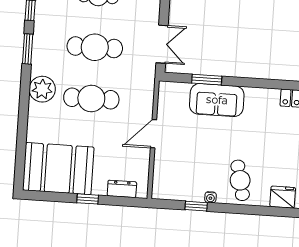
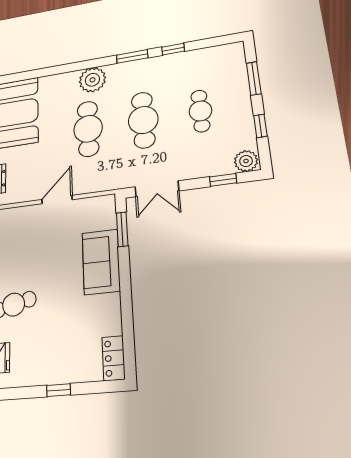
window: (207, 80) -> (122, 229), moved
door: (153, 134) -> (57, 200), hinge flipped

